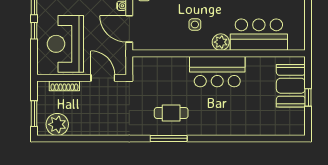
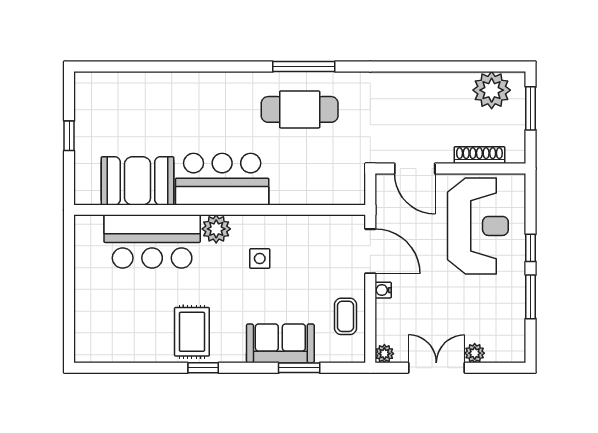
booth: (291, 86) -> (138, 181), moved, turned 90
cafe table: (171, 113) -> (300, 109), width x1.37, depth x1.35

